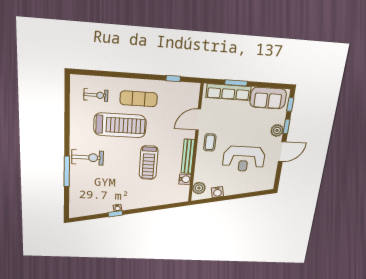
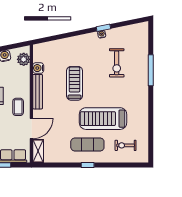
window: (173, 79) -> (88, 165), moved
shelving: (194, 95) -> (38, 151), added
exercise bike: (88, 157) -> (117, 63), moved, turned -90

